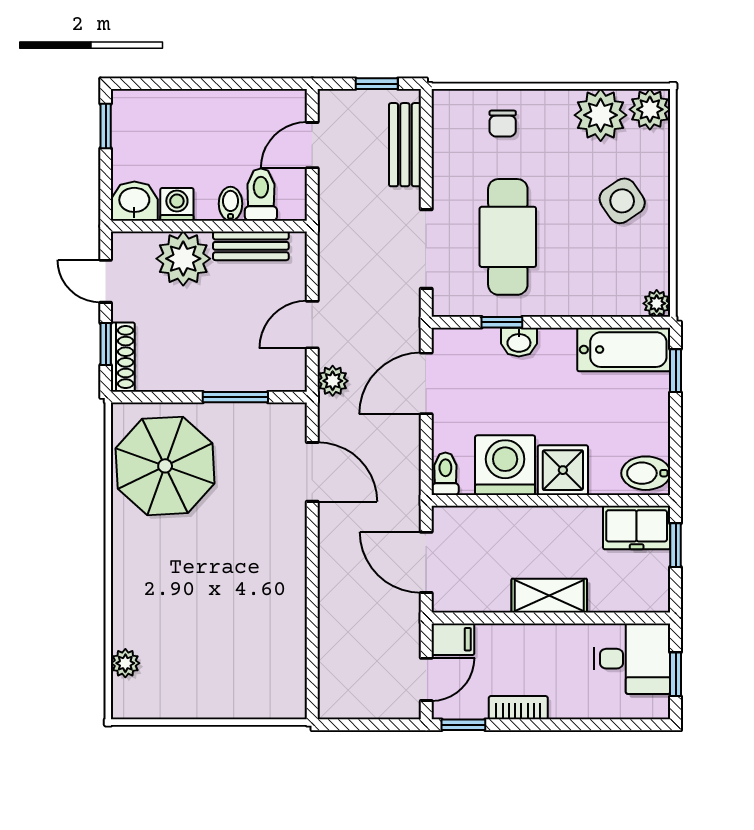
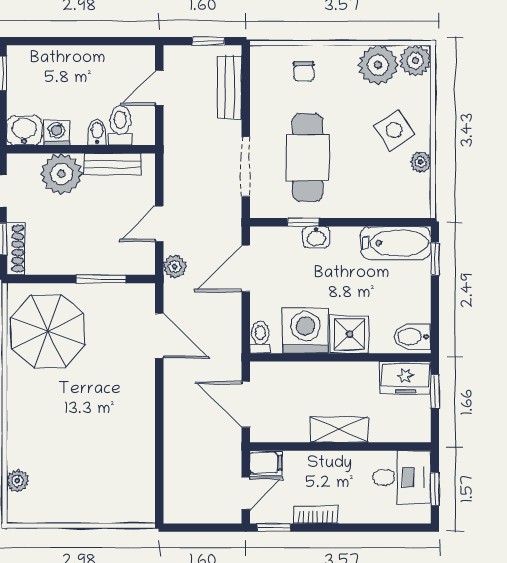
plant: (657, 303) -> (421, 162), moved

